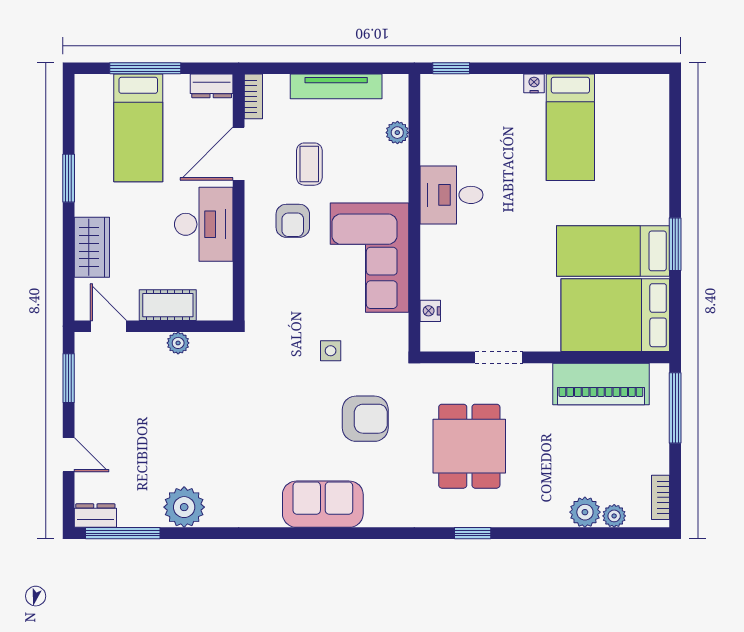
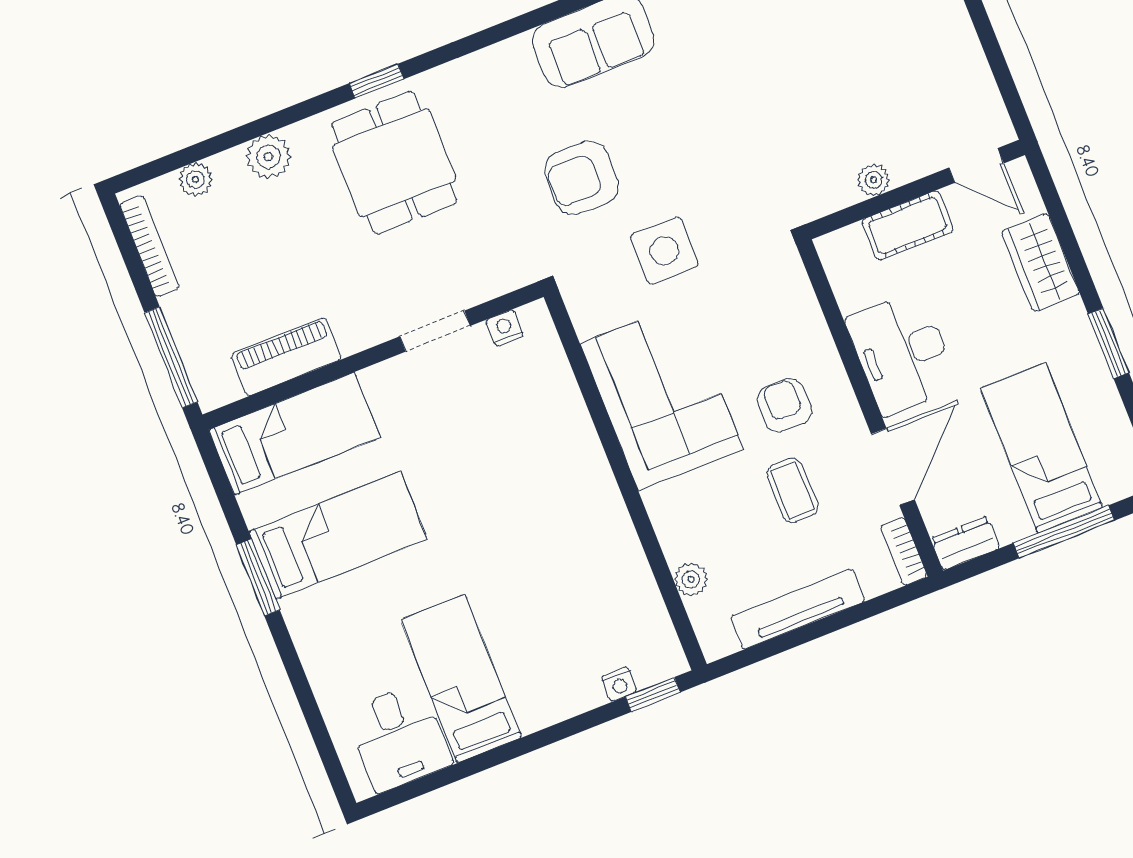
nightstand: (534, 83) -> (619, 684), moved
desk: (451, 195) -> (398, 738), moved, turned 90
nightstand: (430, 311) -> (505, 328), moved, turned -90
bed: (615, 315) -> (294, 434), width x0.67
side table: (331, 351) -> (664, 251), width x1.87, depth x1.87
window: (69, 378) -> (1002, 74), removed
piano: (601, 384) -> (286, 357), width x0.73, depth x0.75
dining table: (469, 446) -> (394, 163), moved
bookcase: (661, 497) -> (150, 246), width x1.56
plant: (585, 512) -> (268, 157), moved

